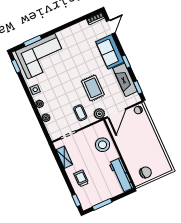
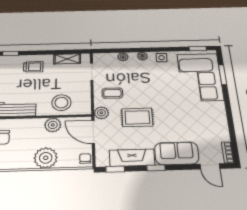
plant: (148, 136) -> (46, 158), added
plant: (122, 143) -> (53, 125), added

